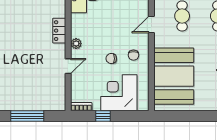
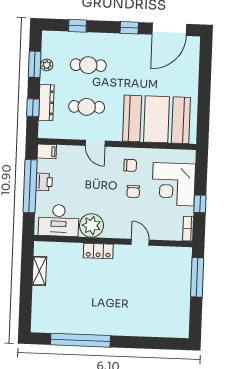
plant: (76, 44) -> (91, 225), moved, width x1.87, depth x1.87
window: (27, 116) -> (197, 277), moved

